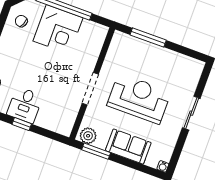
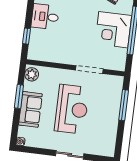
doorway: (90, 89) -> (89, 70), moved
window: (22, 124) -> (27, 36), moved
window: (96, 151) -> (19, 97), moved

